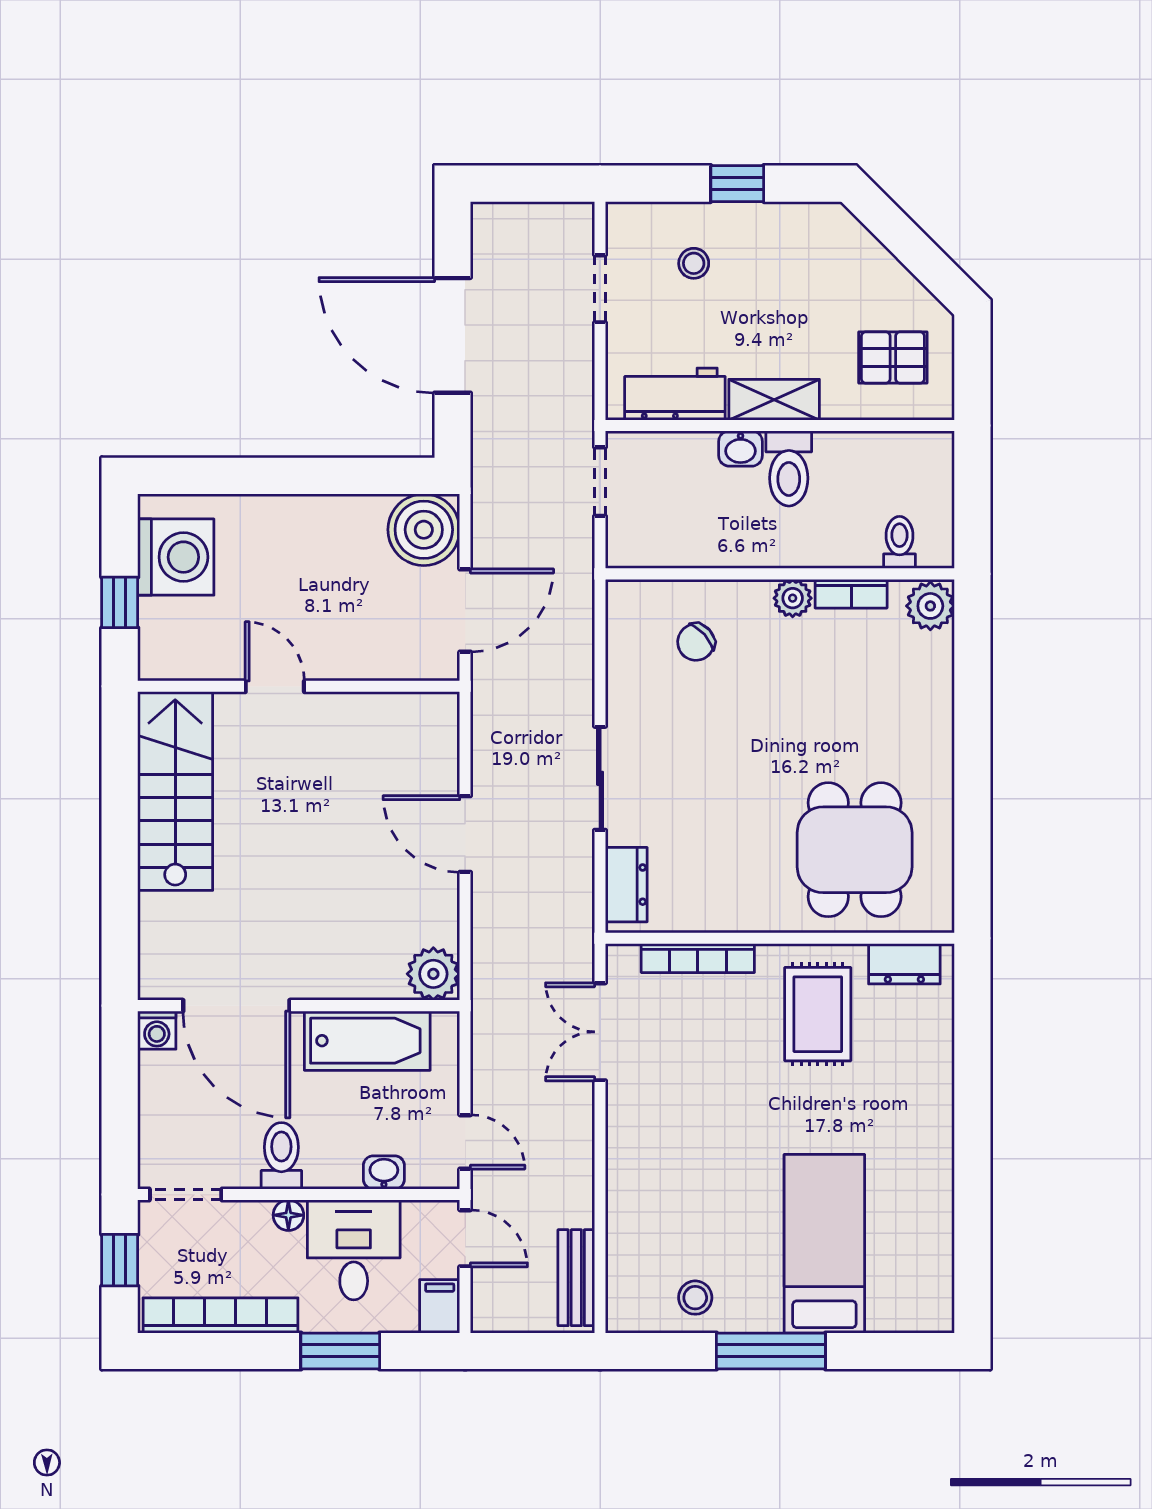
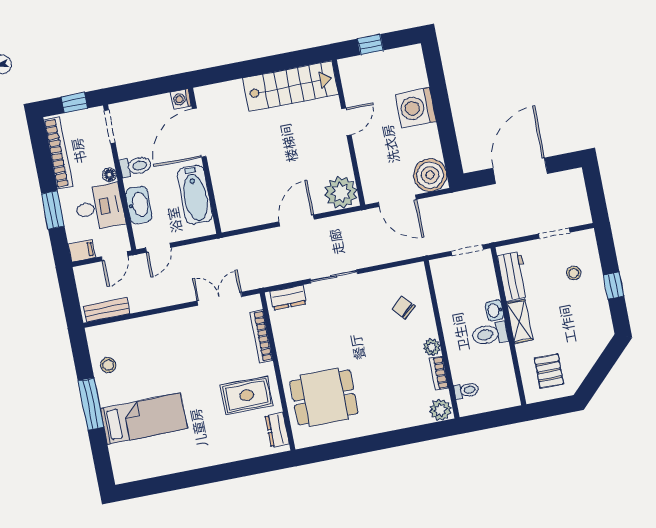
washing machine: (176, 557) -> (416, 108), moved, turned 90
plant: (433, 974) -> (341, 193), moved, width x1.36, depth x1.36
washbasin: (384, 1172) -> (139, 205), width x1.91, depth x1.45

